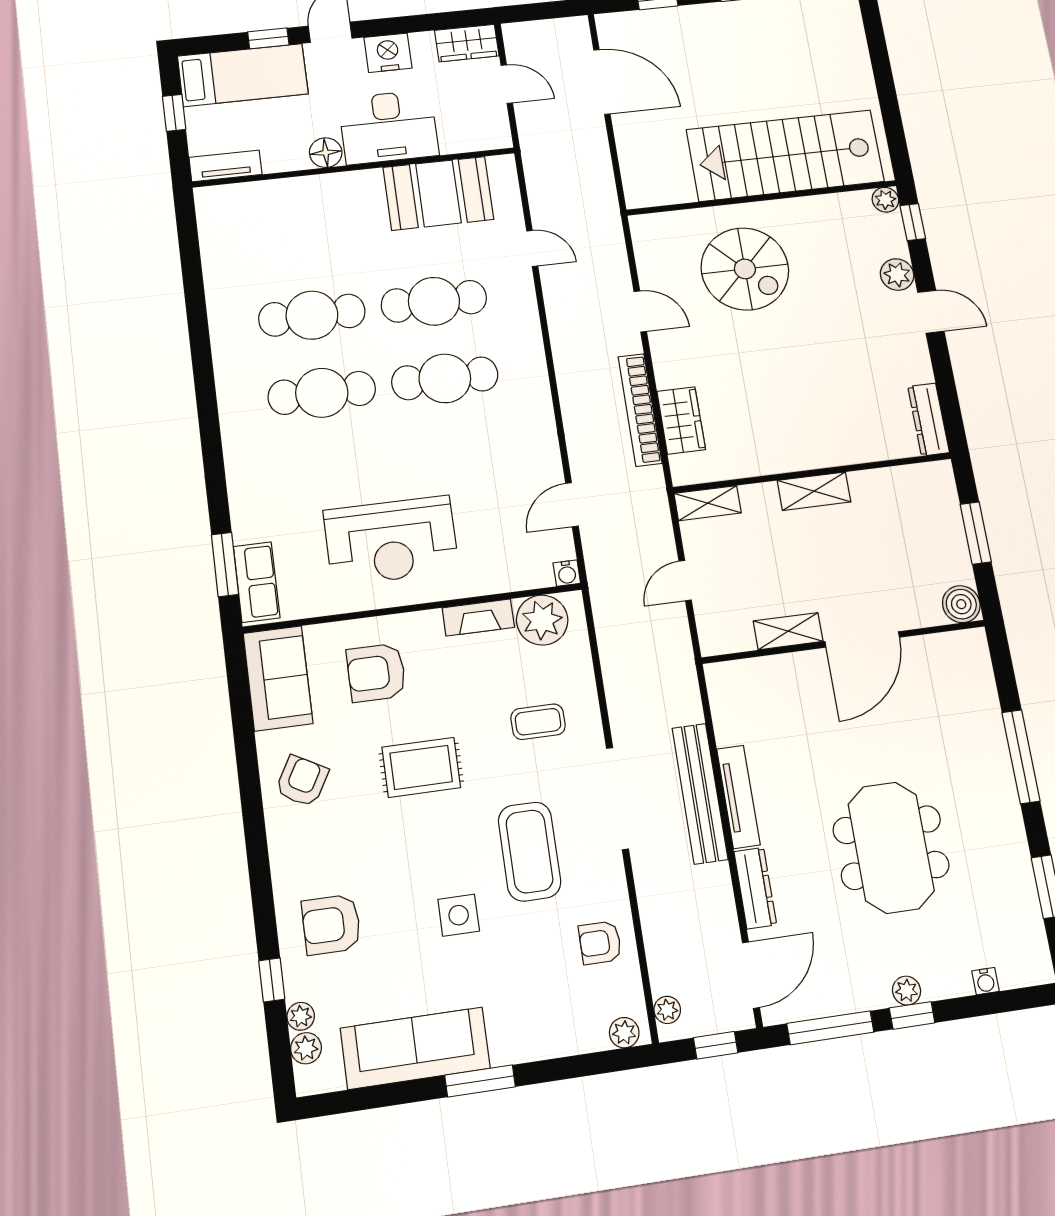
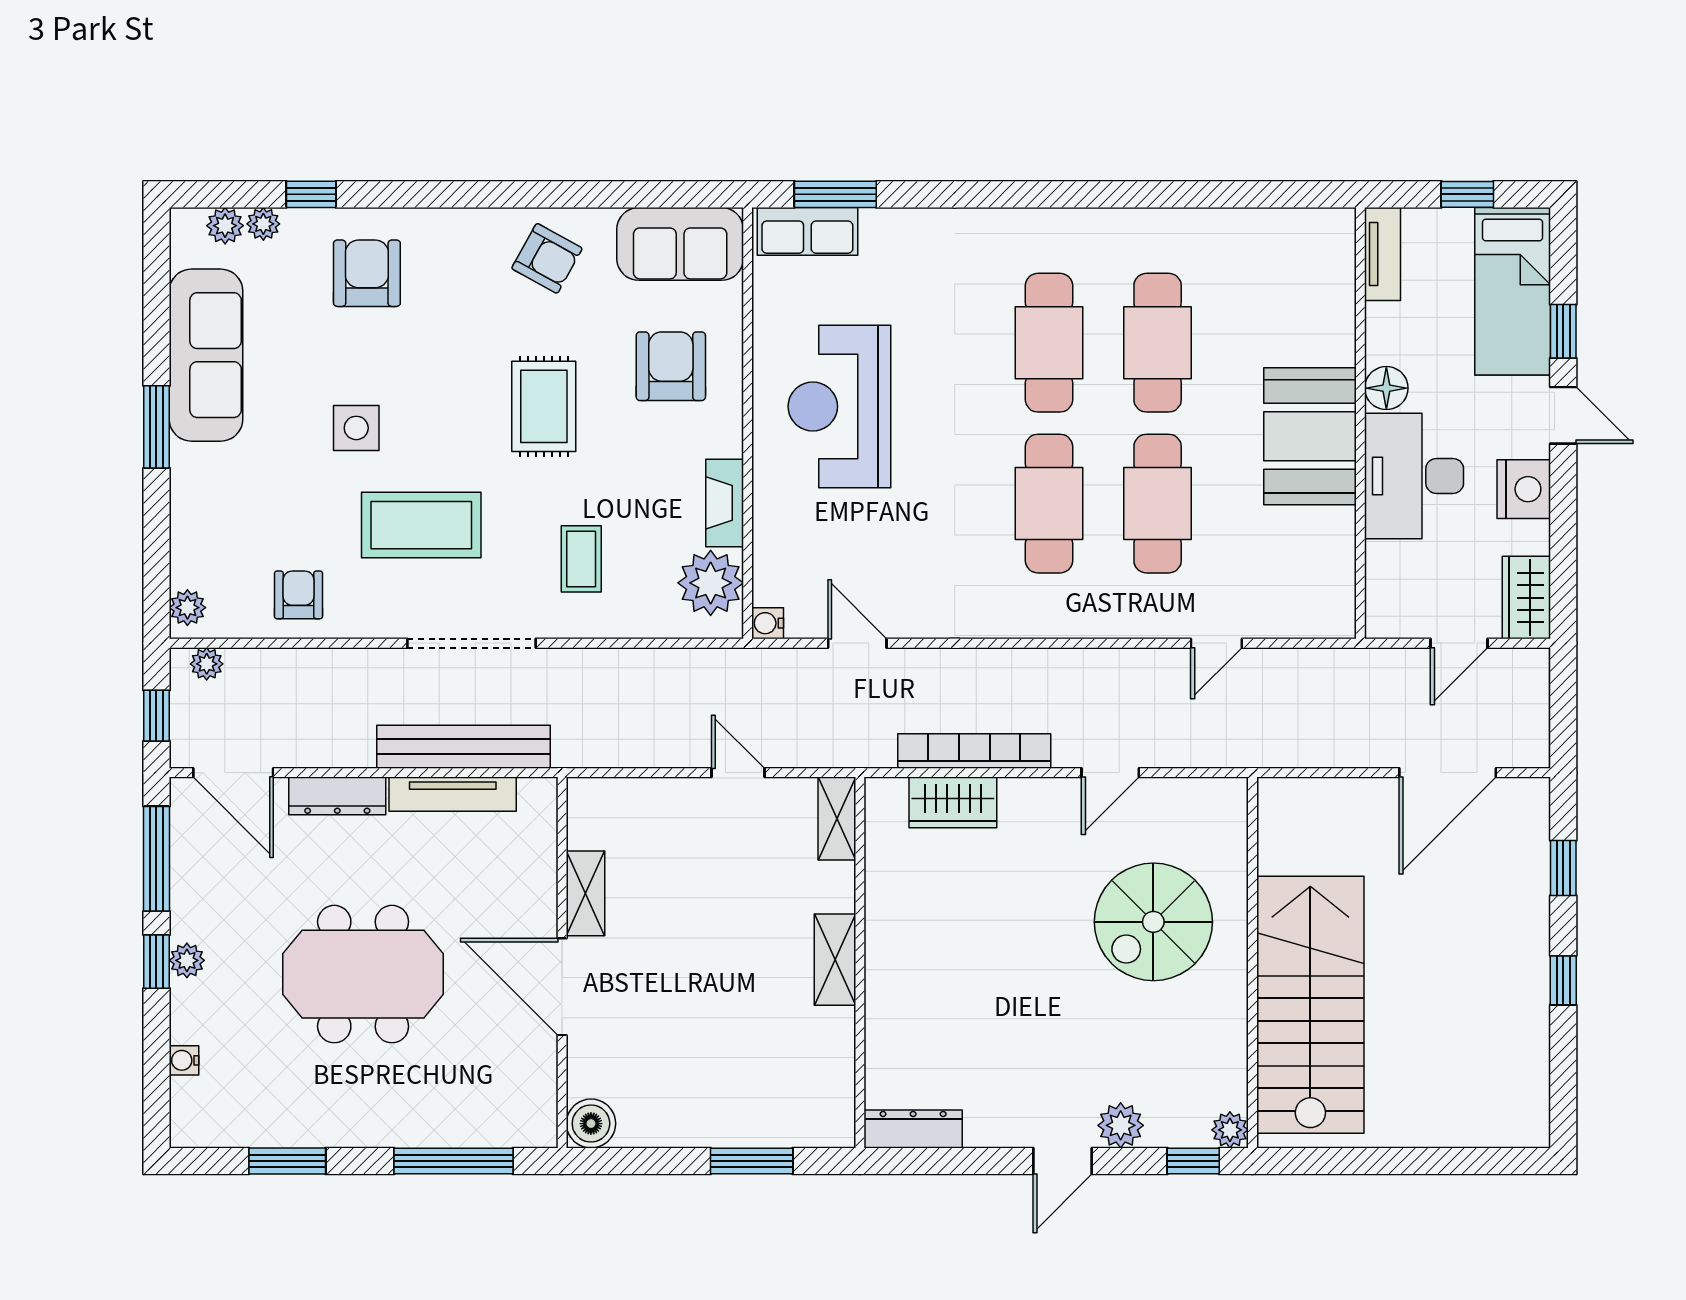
booth: (438, 193) -> (1310, 436), moved
boiler: (961, 604) -> (591, 1124), moved
shelving: (788, 631) -> (586, 893), moved
door: (862, 639) -> (562, 987), moved
wall: (844, 642) -> (562, 963), moved

